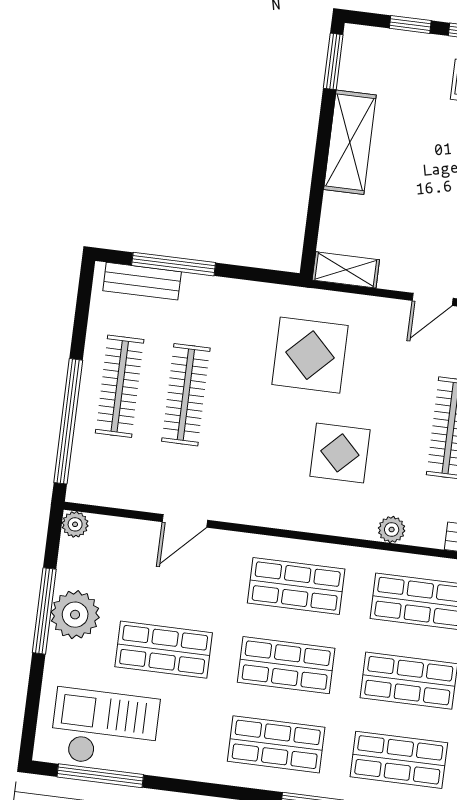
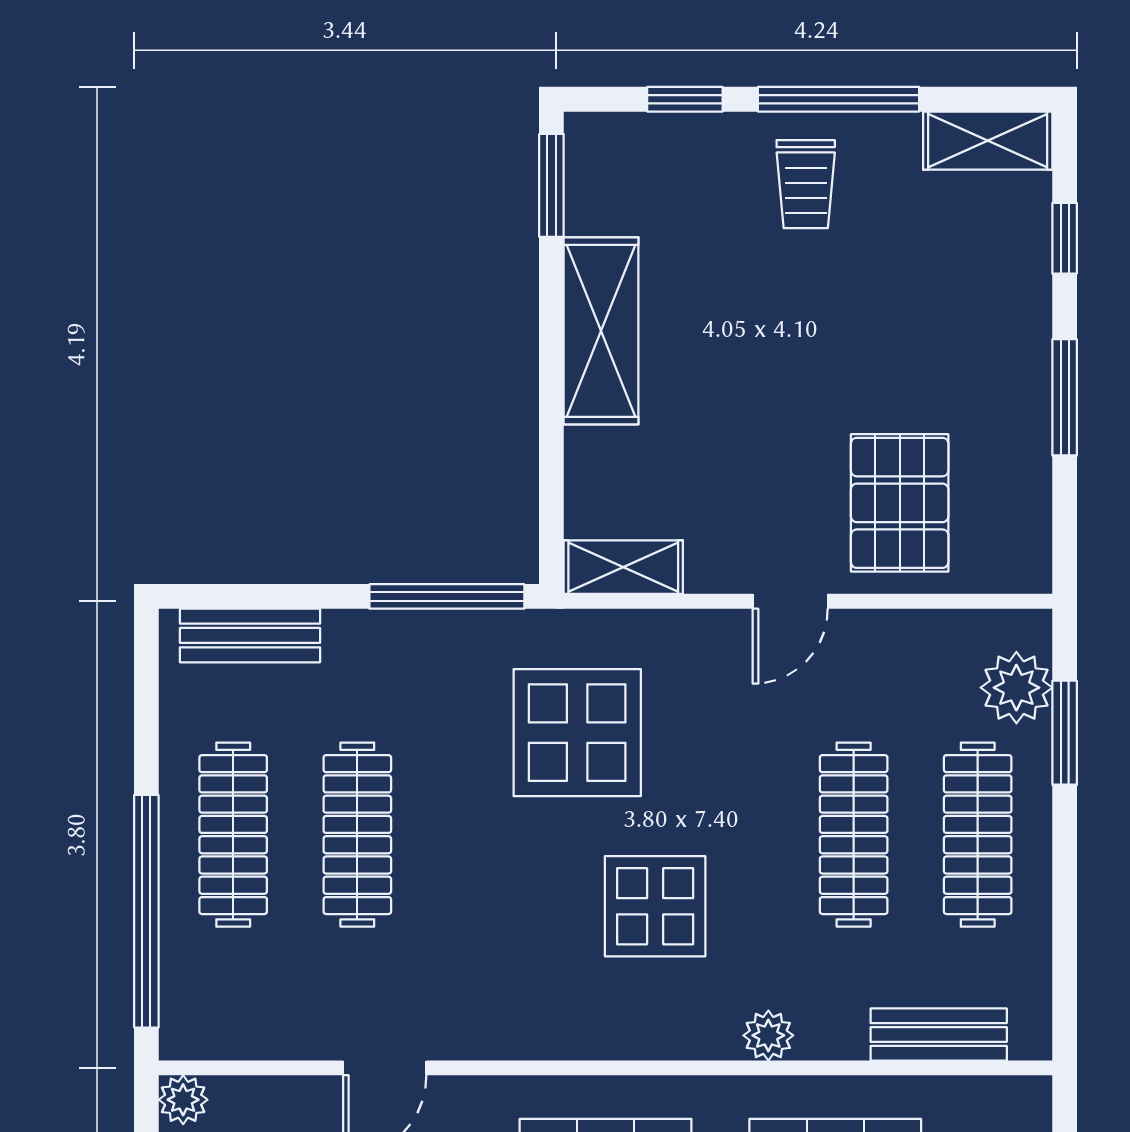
window: (174, 264) -> (447, 596), moved

